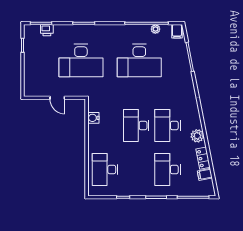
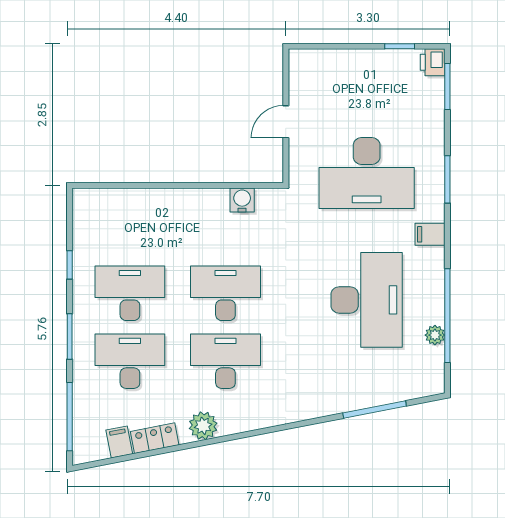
printer: (47, 30) -> (433, 62), moved
filing cabinet: (177, 31) -> (430, 234), moved
desk: (81, 60) -> (367, 173), turned -90
desk: (139, 60) -> (367, 300), turned 180
desk: (105, 170) -> (130, 293), moved

